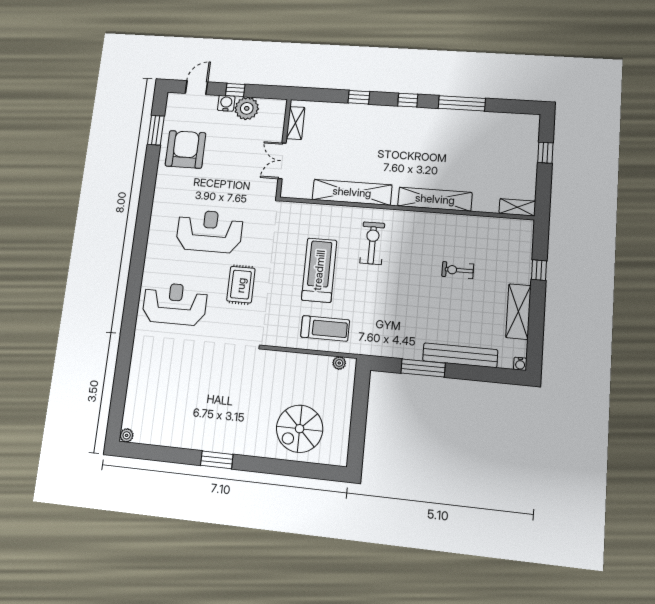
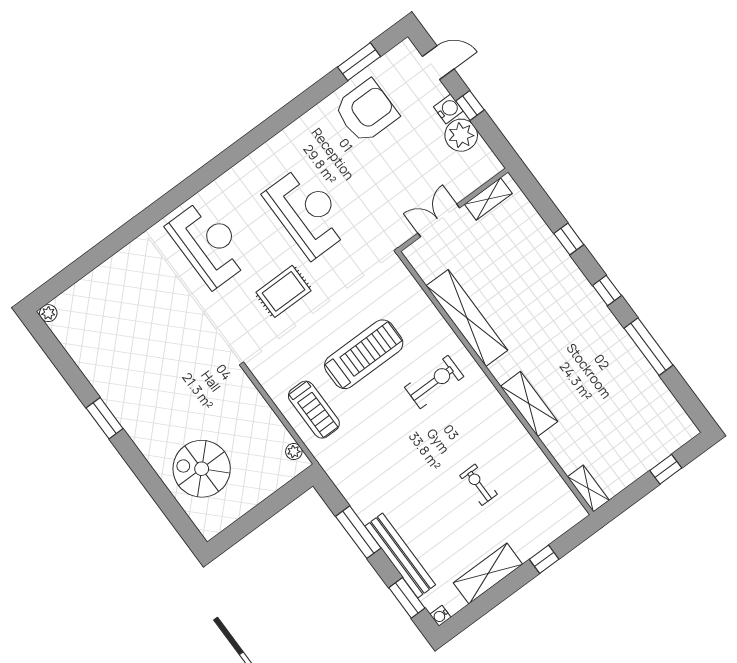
shelving: (435, 199) -> (529, 404), width x0.68
window: (491, 375) -> (407, 598), added

